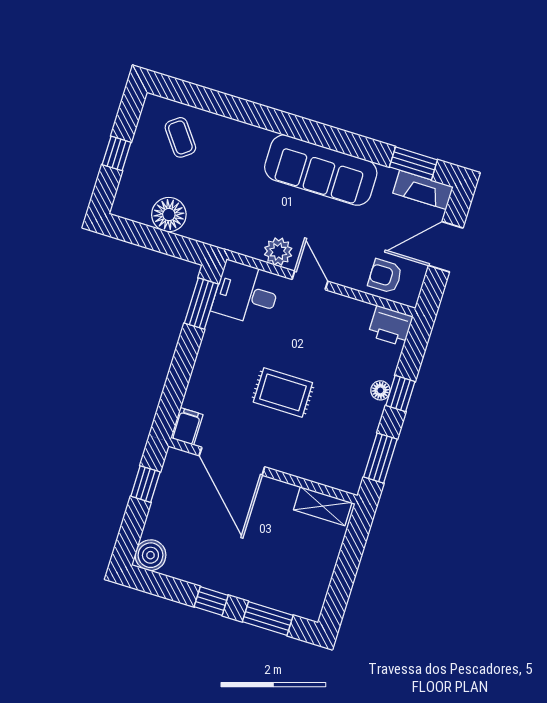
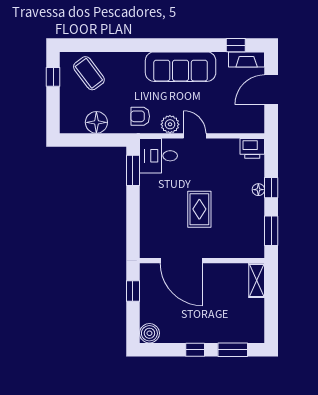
coffee table: (180, 137) -> (89, 73), width x1.36, depth x1.30
window: (117, 153) -> (53, 77), moved
window: (413, 163) -> (236, 45), width x0.67
armchair: (385, 276) -> (140, 116), moved
rug: (283, 392) -> (199, 209), turned 90
filing cabinet: (187, 426) -> (147, 248), removed
shelving: (323, 506) -> (257, 280), moved, turned 90

